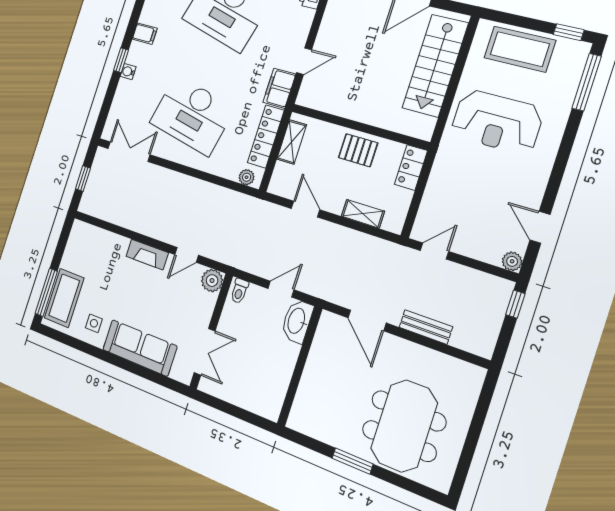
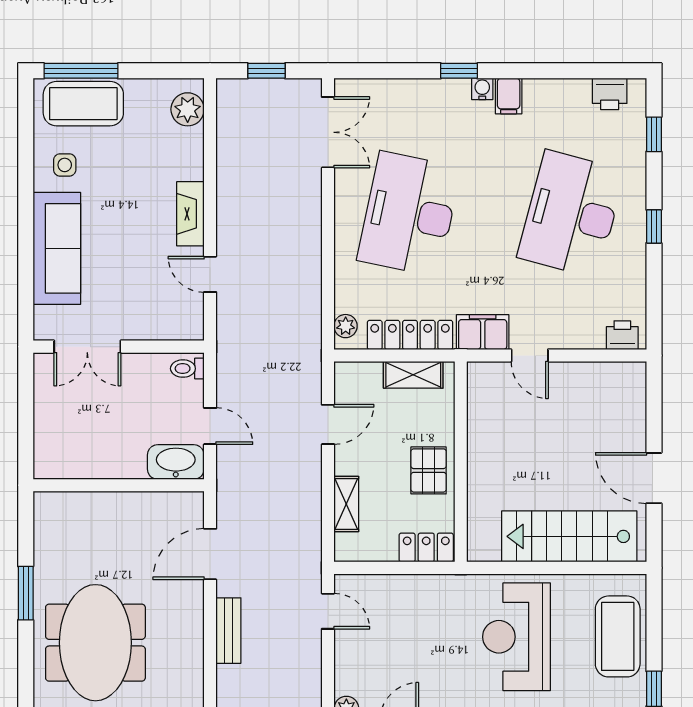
water cooler: (128, 72) -> (482, 89), moved
plant: (212, 281) -> (188, 109), moved
meeting table: (404, 426) -> (95, 643), turned 90

